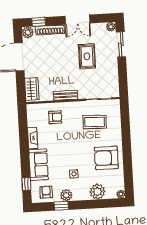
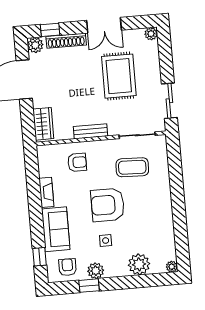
sliding door: (121, 44) -> (169, 101), moved
rug: (87, 56) -> (119, 76), width x1.36, depth x1.43
armchair: (106, 158) -> (108, 205), moved

